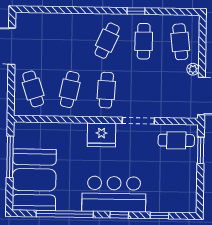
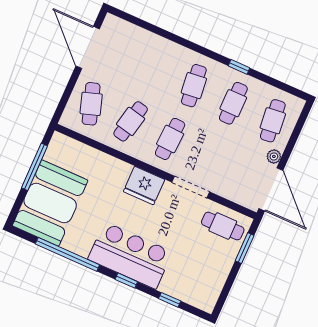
cafe table: (107, 41) -> (194, 86), turned -30

